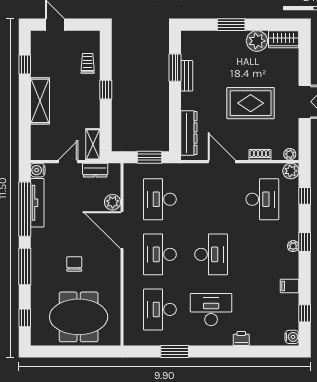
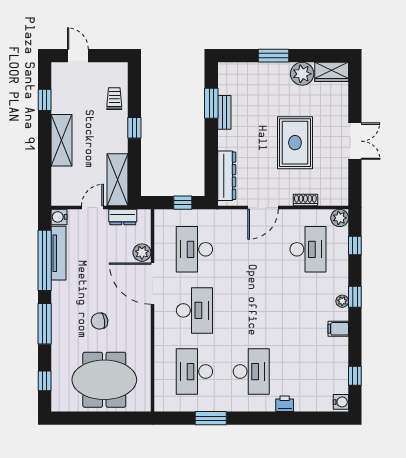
rug: (251, 103) -> (295, 143), turned 90
shelving: (93, 144) -> (117, 180), width x1.50, depth x1.33
plant: (290, 154) -> (338, 199), removed
window: (149, 157) -> (183, 203), width x0.67
door: (222, 162) -> (263, 208), swing flipped
desk: (160, 254) -> (194, 310), turned 180
desk: (211, 254) -> (251, 310), removed
chair: (74, 264) -> (99, 321), turned -99
filing cabinet: (290, 286) -> (338, 329), moved
desk: (211, 309) -> (251, 372), turned 90

